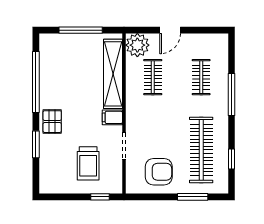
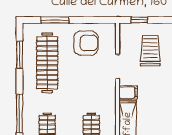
window: (232, 159) -> (20, 55), width x1.50
armchair: (159, 172) -> (86, 43), turned 180

